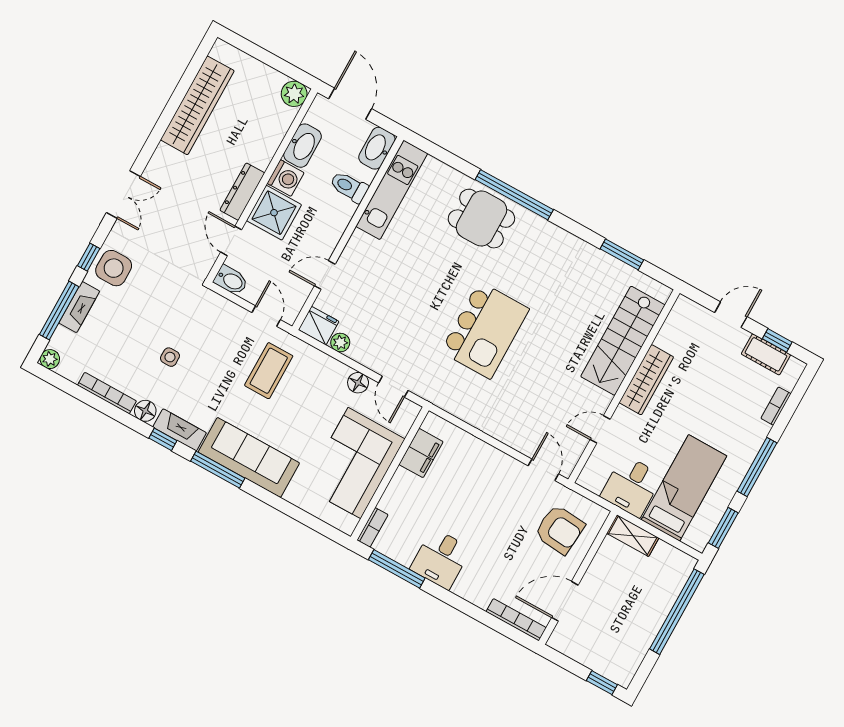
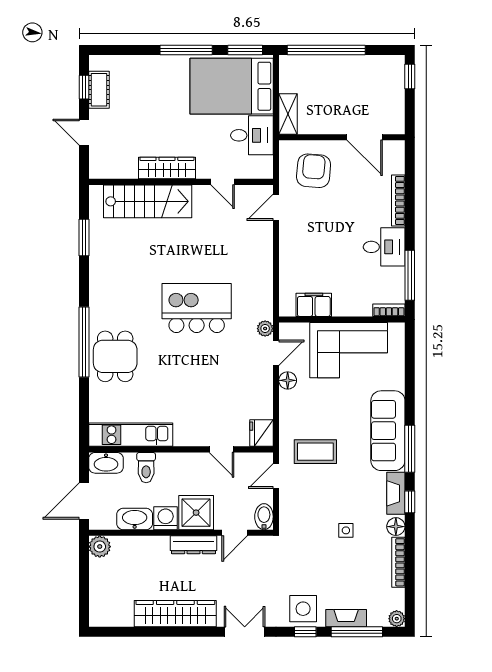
wardrobe: (197, 105) -> (175, 614), moved
plant: (340, 343) -> (265, 329), moved
bookcase: (776, 406) -> (133, 61), removed
bed: (684, 488) -> (232, 86), width x1.50
bookcase: (516, 620) -> (398, 200), moved

